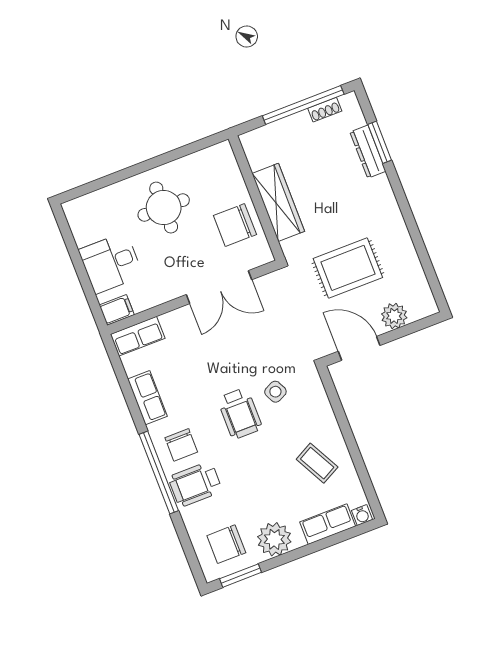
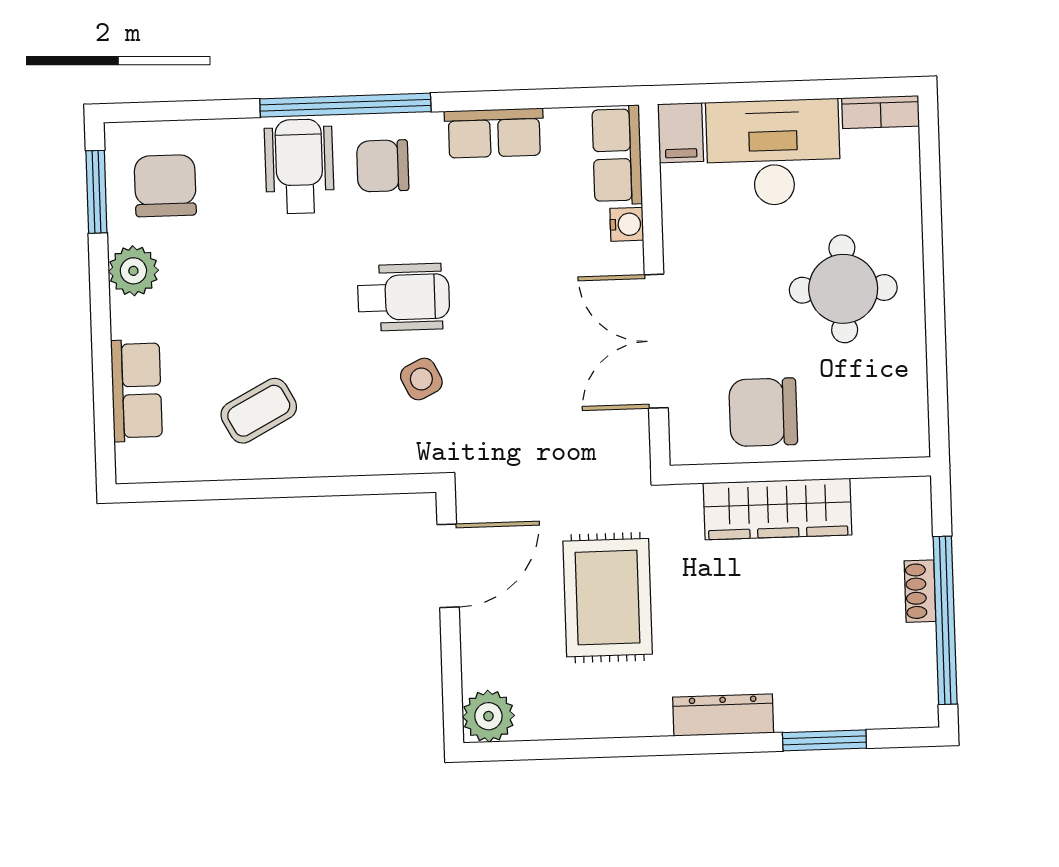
shoe rack: (325, 110) -> (920, 591), moved
dresser: (368, 152) -> (723, 715), moved
bookcase: (74, 219) -> (881, 112), added
chair: (235, 225) -> (763, 412), turned -90
desk: (111, 263) -> (773, 152), width x1.37
plant: (394, 316) -> (488, 716), moved
wheelchair: (240, 413) -> (404, 297), turned 180
water cooler: (362, 515) -> (627, 224), moved, turned 180
plant: (274, 539) -> (133, 271), width x0.73, depth x0.73

